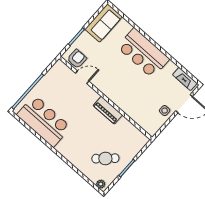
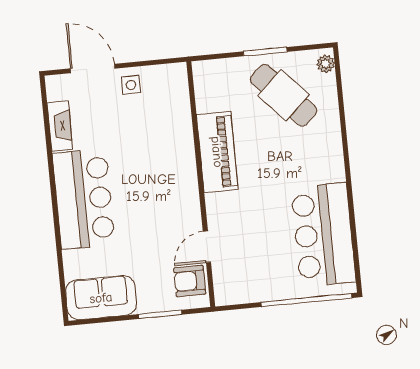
door: (82, 77) -> (207, 247), hinge flipped
fireplace: (185, 79) -> (60, 126), moved
piano: (108, 110) -> (217, 152), width x1.37, depth x1.33
cafe table: (105, 158) -> (284, 95), width x1.37, depth x1.35

